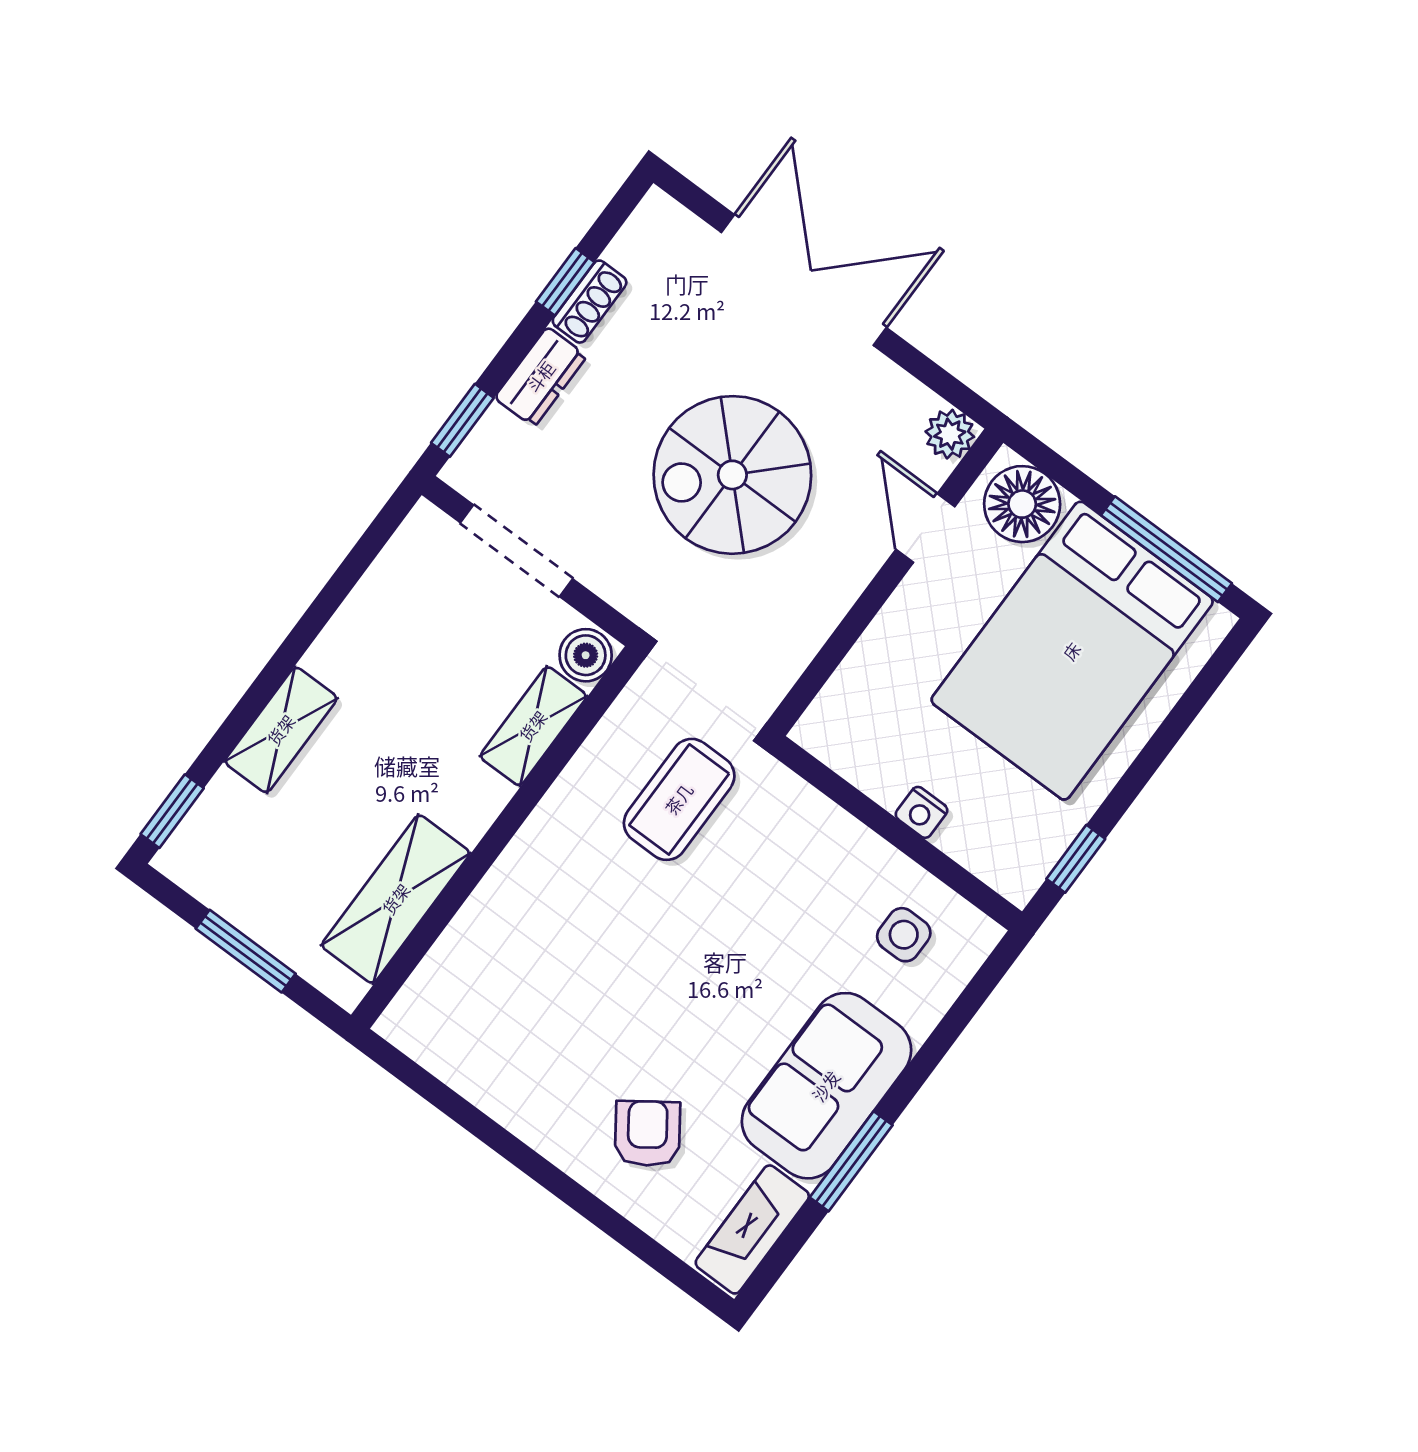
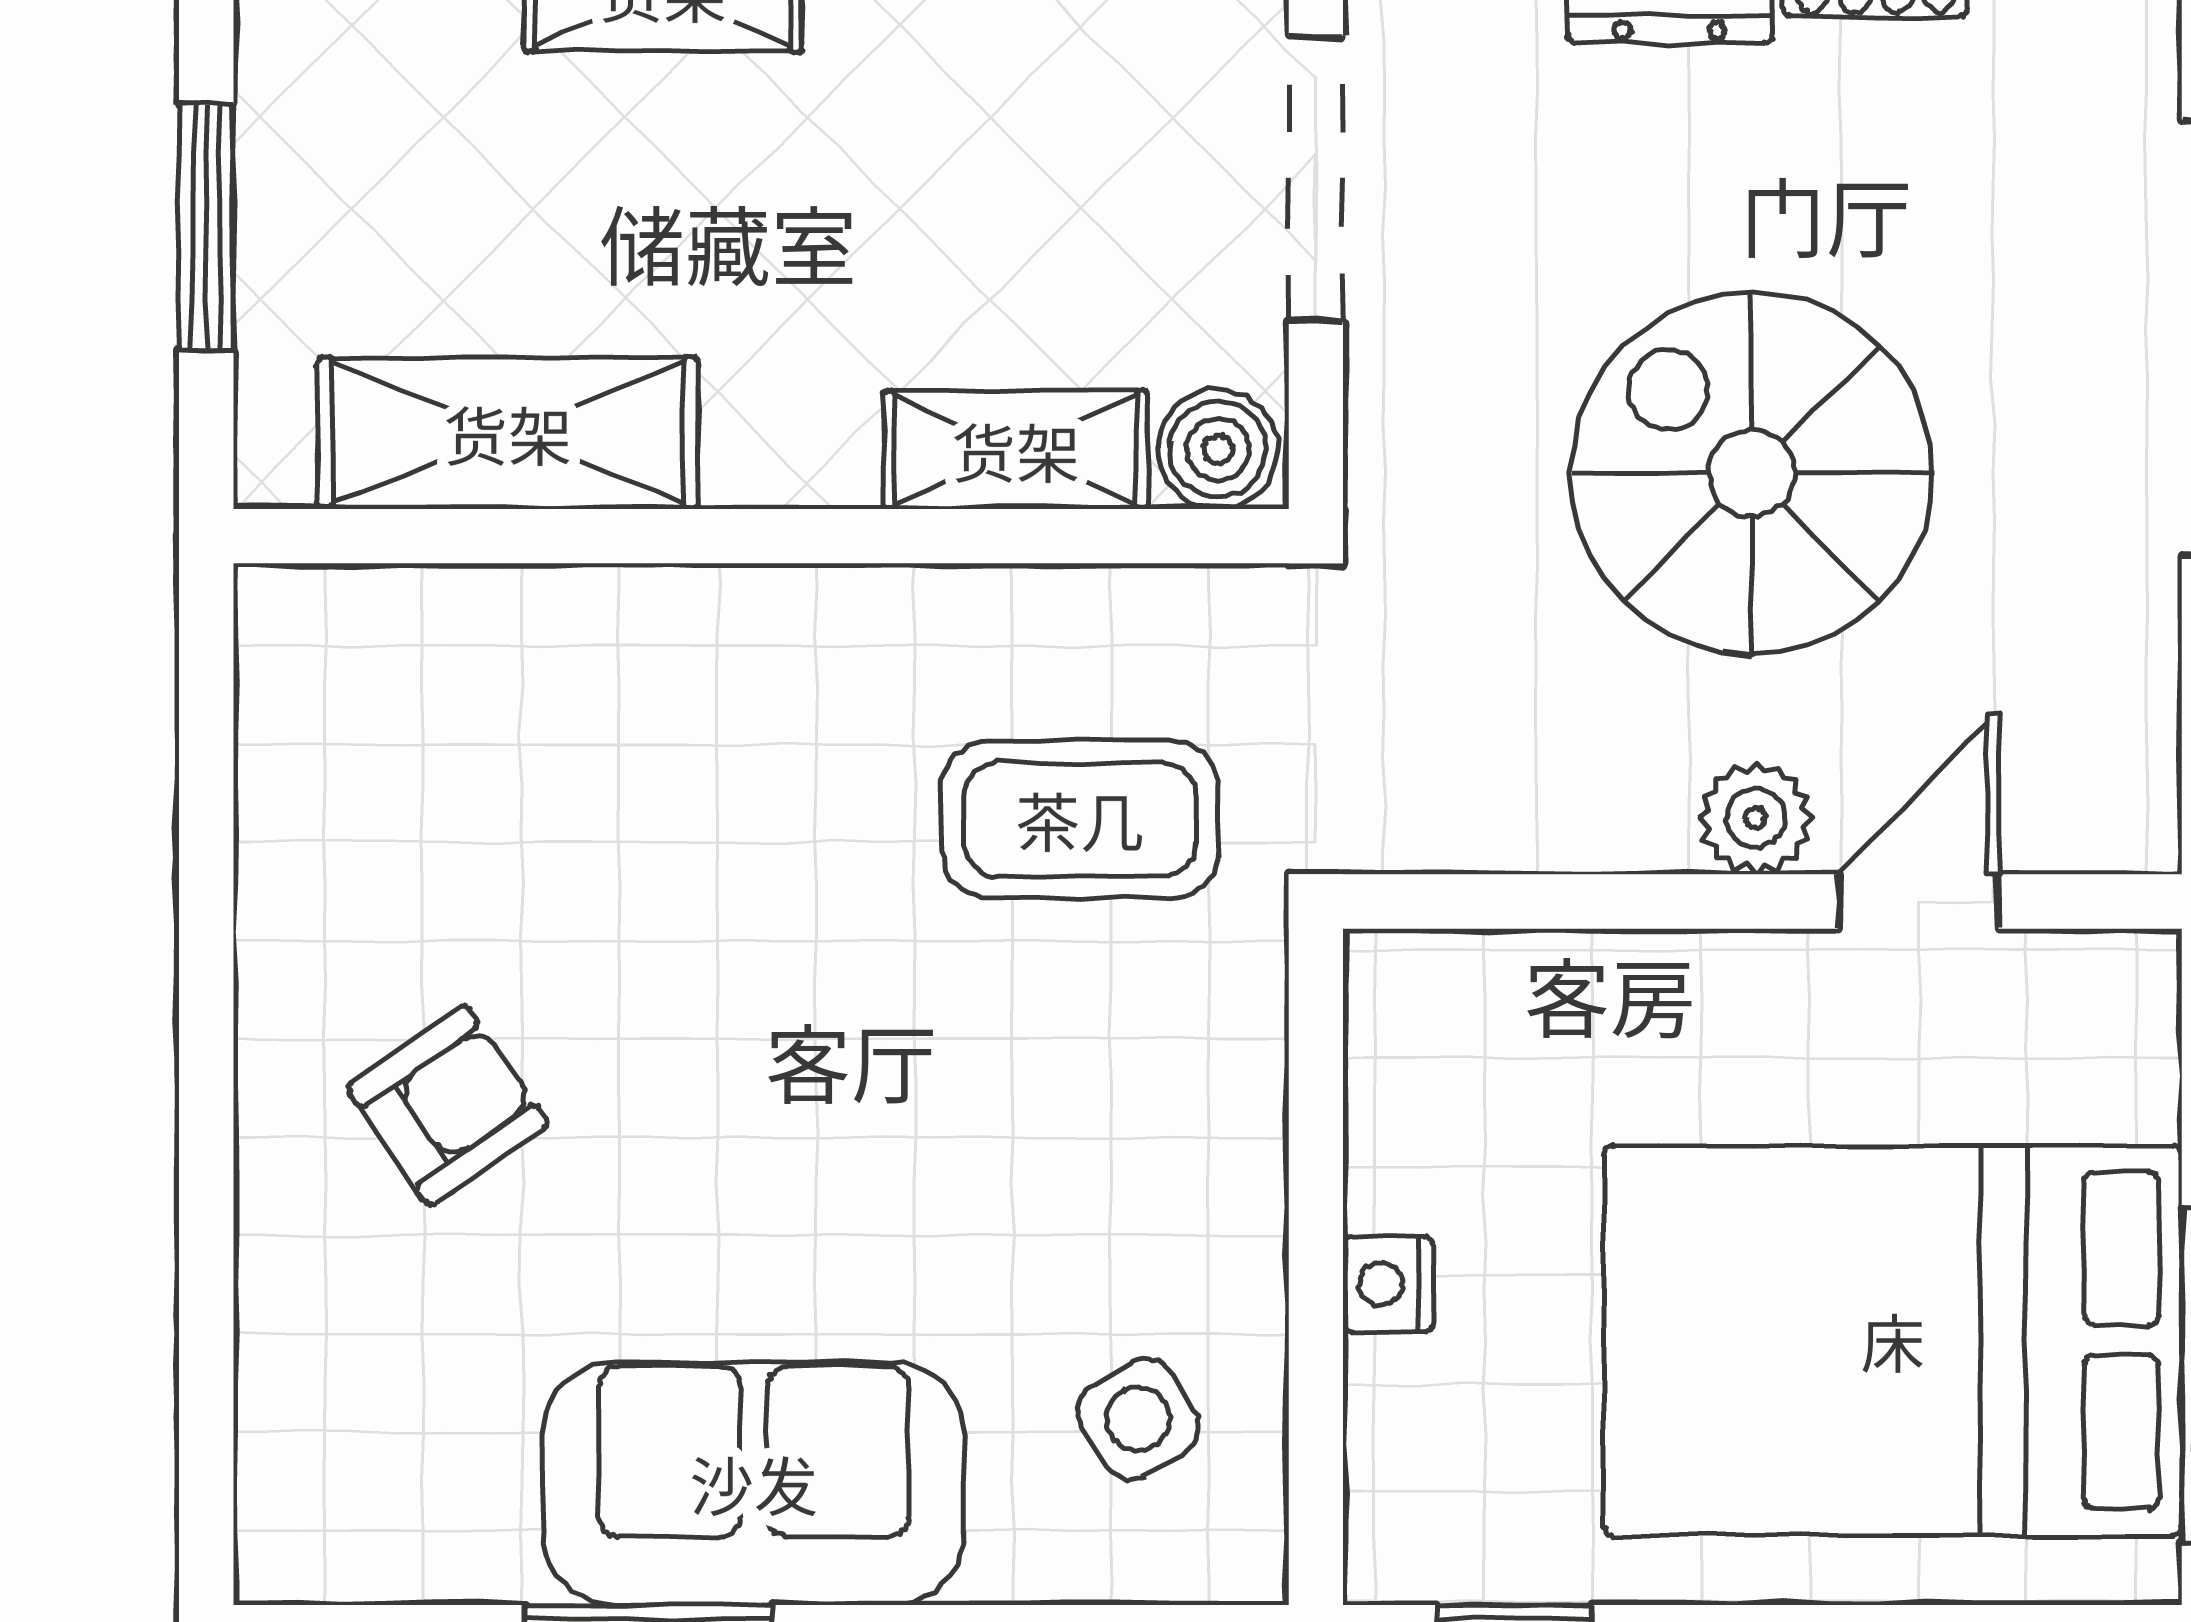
plant: (950, 434) -> (1756, 818), moved
floor lamp: (1022, 504) -> (2095, 1047), removed
side table: (904, 935) -> (1138, 1419), turned -30
armchair: (647, 1133) -> (448, 1106), moved
fireplace: (752, 1229) -> (387, 1543), removed

